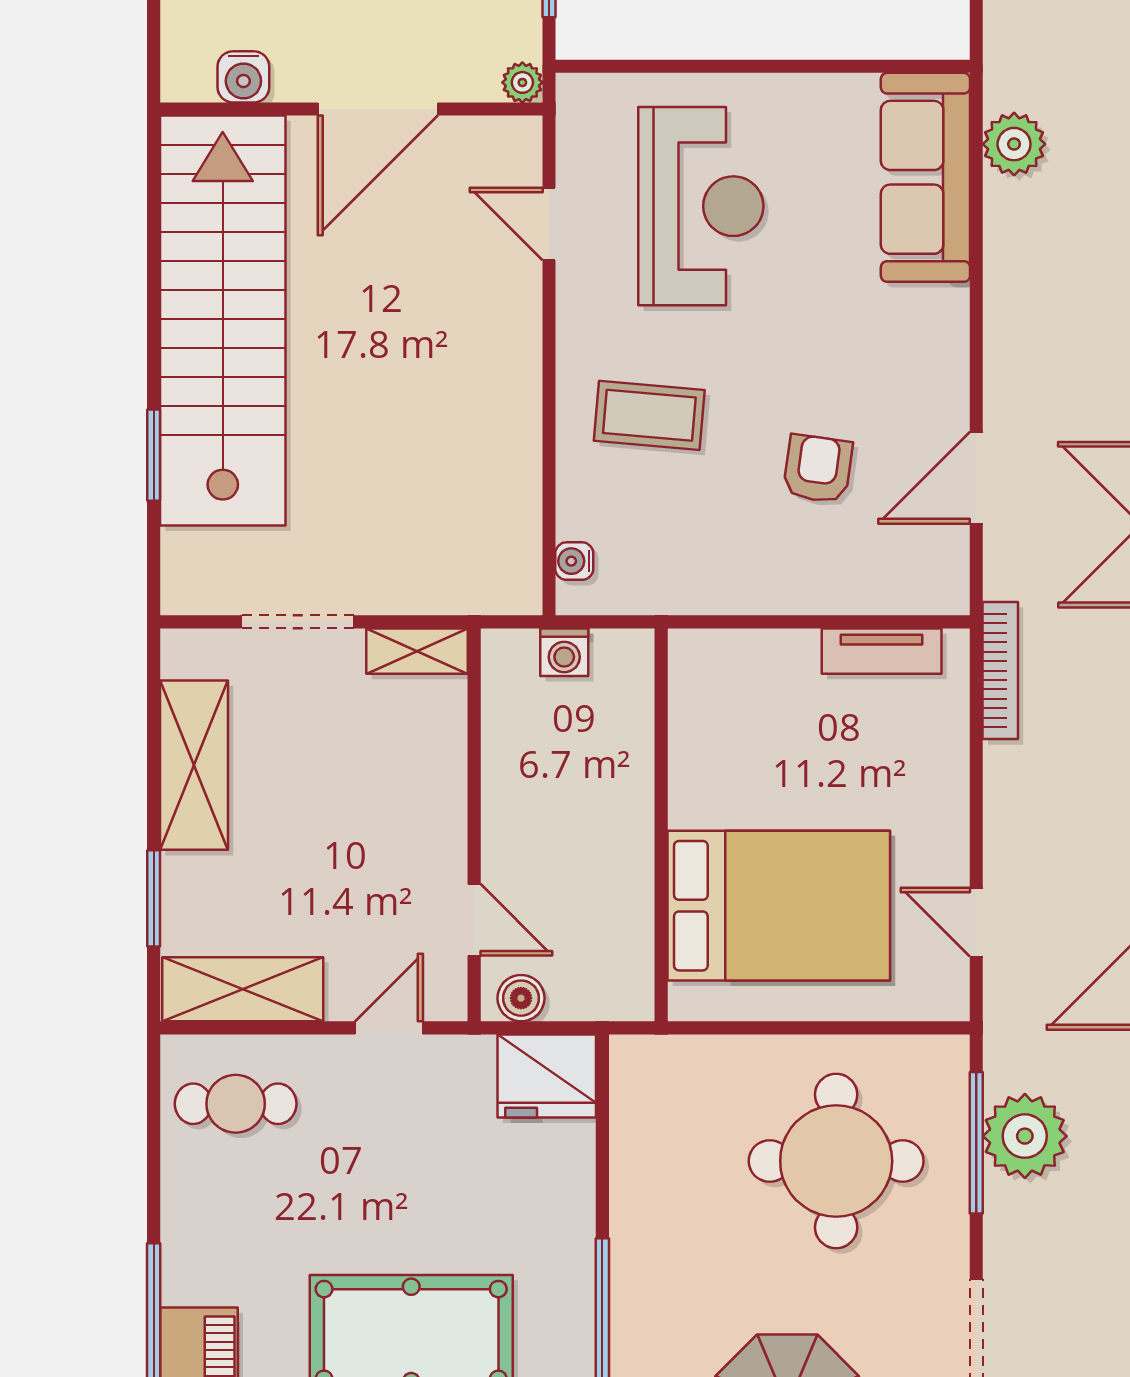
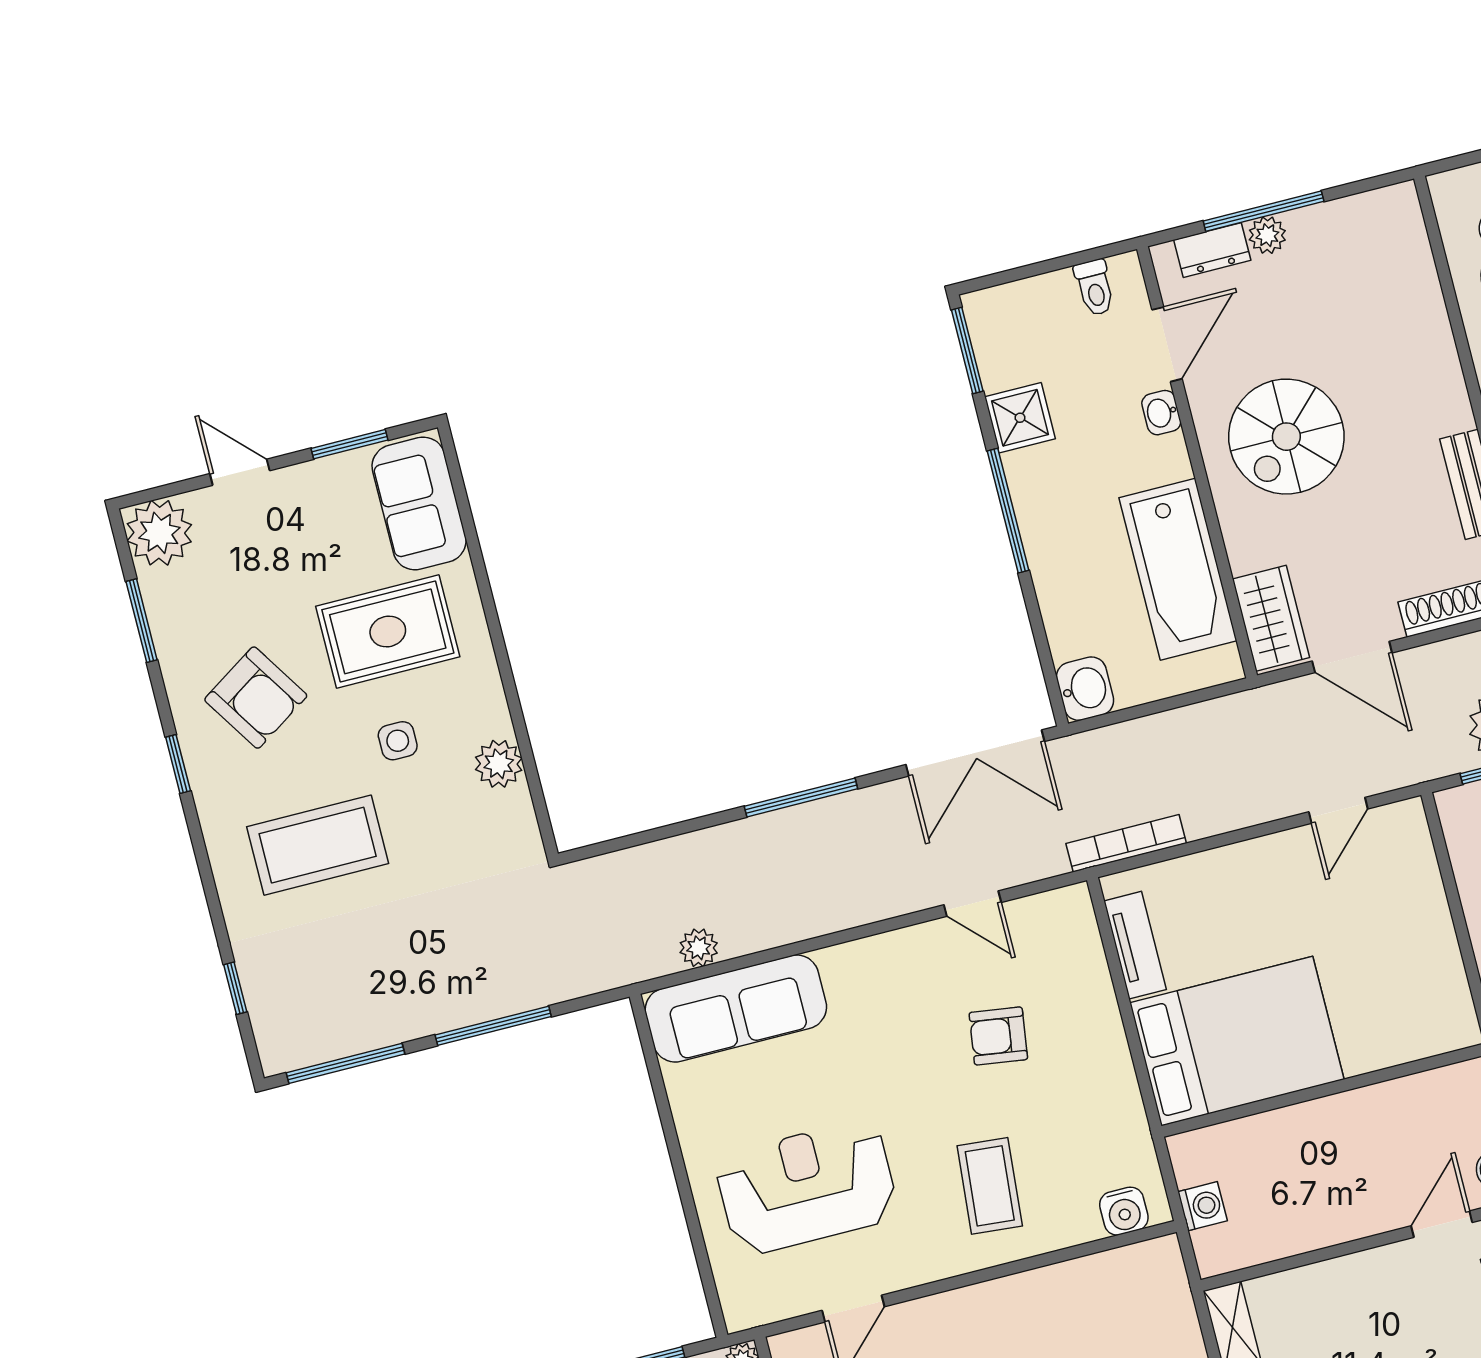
plant: (1014, 144) -> (699, 948), width x0.73, depth x0.73
door: (976, 478) -> (972, 904), width x0.73
water cooler: (574, 561) -> (1124, 1211), width x1.38, depth x1.38
bed: (779, 906) -> (1237, 1041), moved, turned 90

